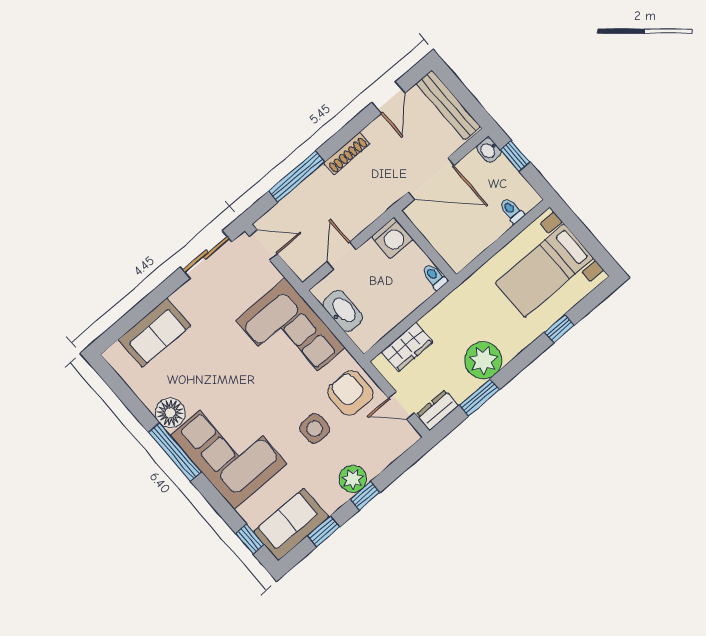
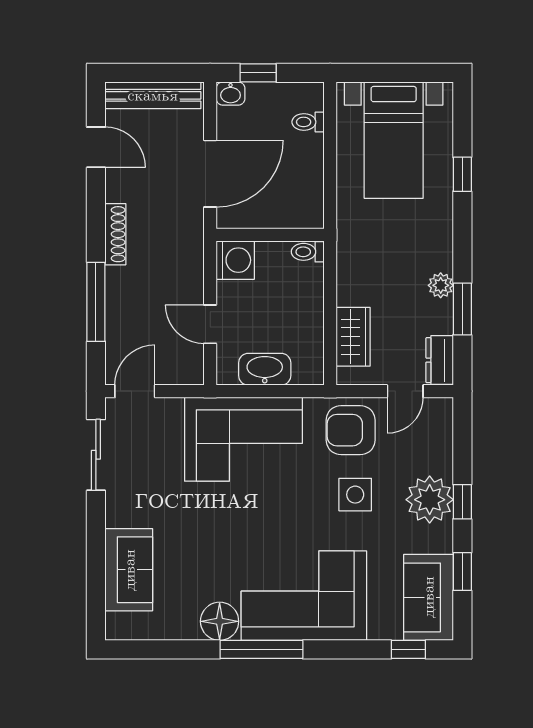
plant: (483, 360) -> (441, 285), width x0.53, depth x0.53
plant: (353, 479) -> (430, 500), width x1.36, depth x1.36

